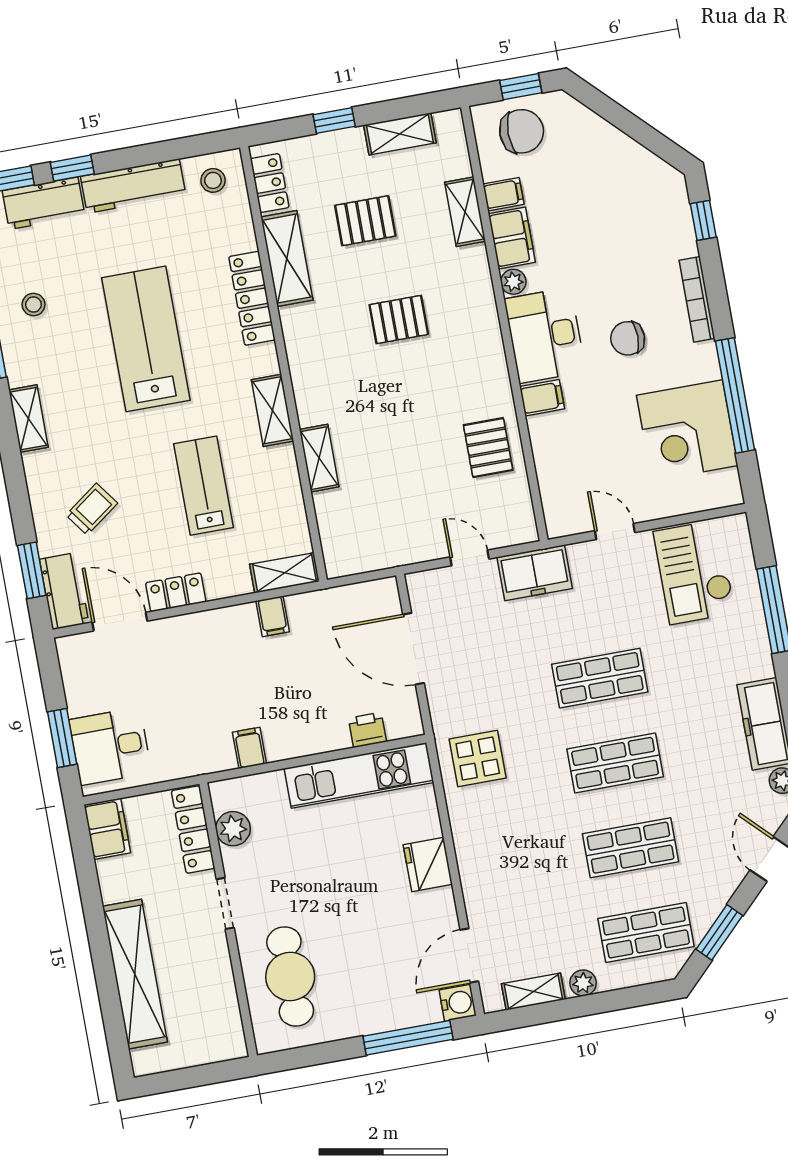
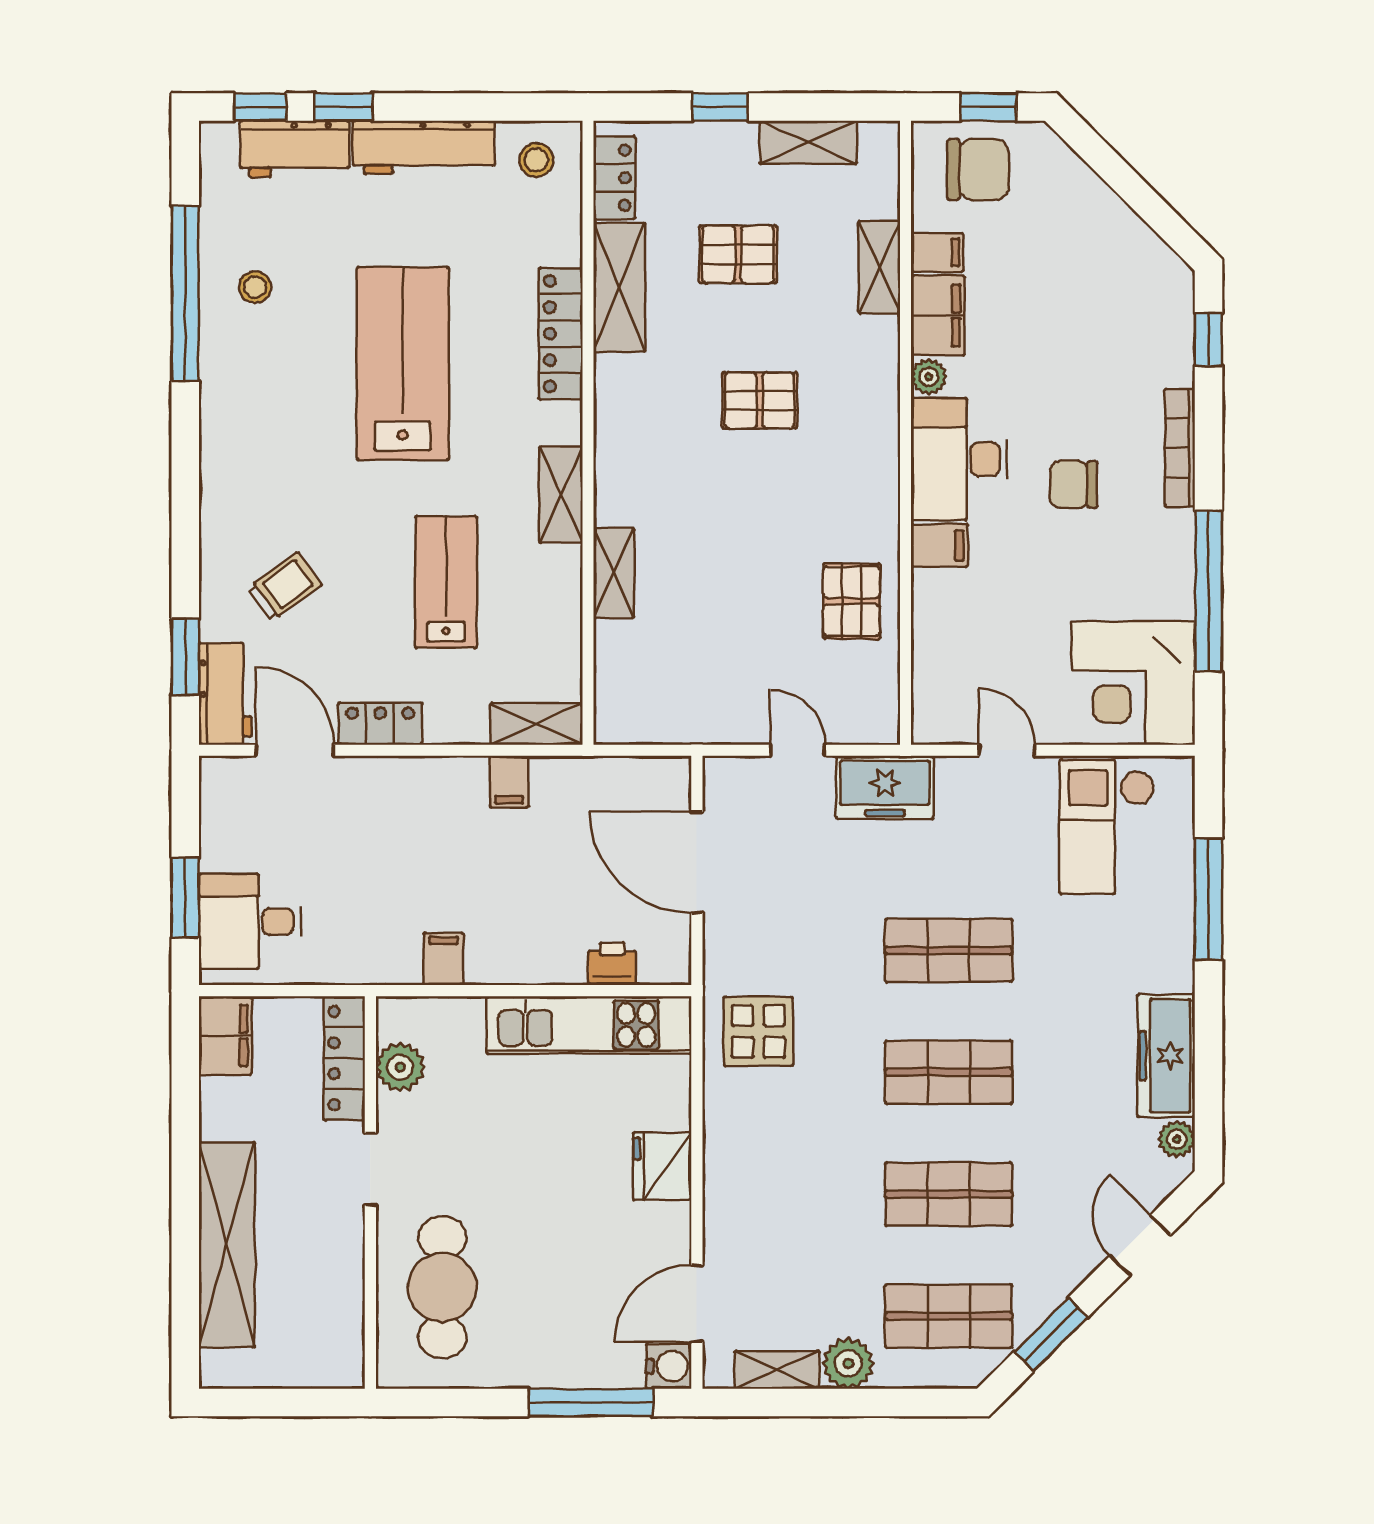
shelving: (28, 419) -> (219, 445), removed
corner desk: (687, 430) -> (1133, 683), moved
plant: (583, 983) -> (848, 1363), width x1.38, depth x1.38

